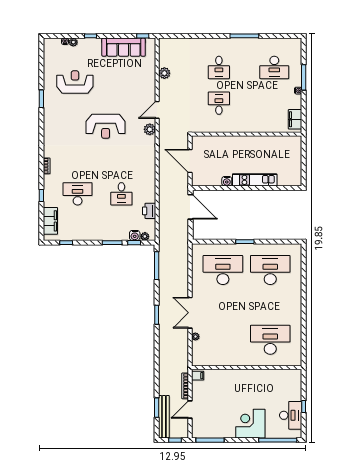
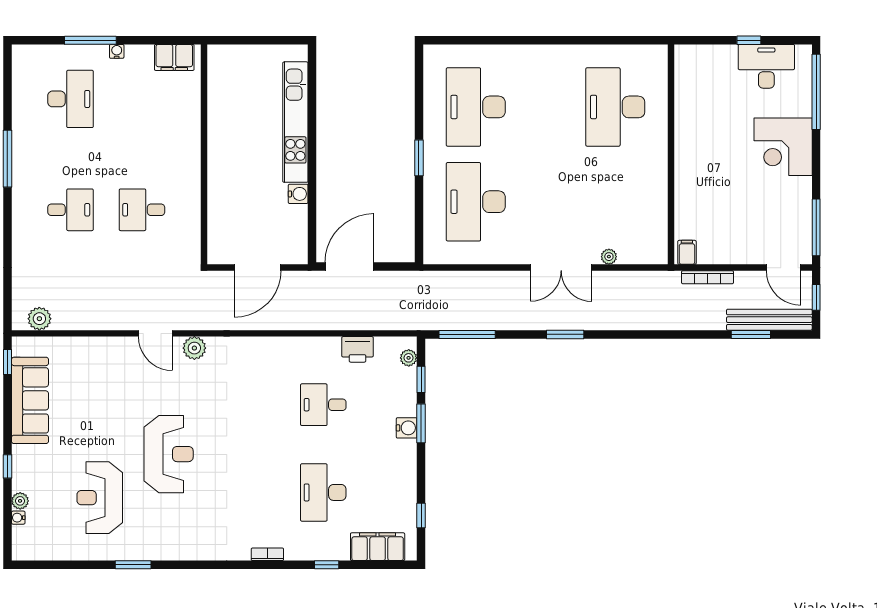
plant: (164, 73) -> (39, 319), moved
reception desk: (106, 126) -> (169, 454), moved
kitchen unit: (255, 180) -> (295, 122), width x1.36
desk: (121, 194) -> (323, 405), turned 180
water cooler: (135, 235) -> (407, 428), moved
door: (190, 410) -> (784, 268), moved

